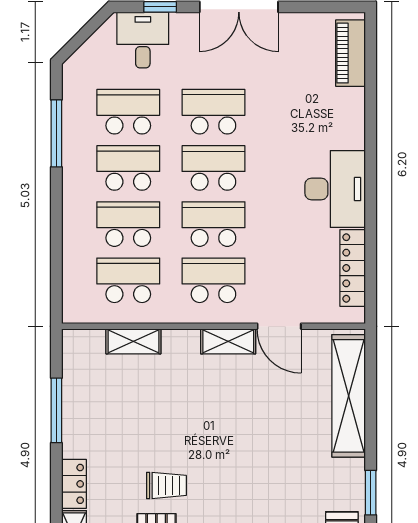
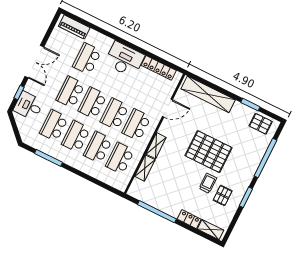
school desk: (299, 112) -> (87, 59), added
shelving: (228, 341) -> (156, 146), moved
window: (56, 410) -> (157, 212), width x1.46
pallet: (232, 455) -> (209, 152), added

